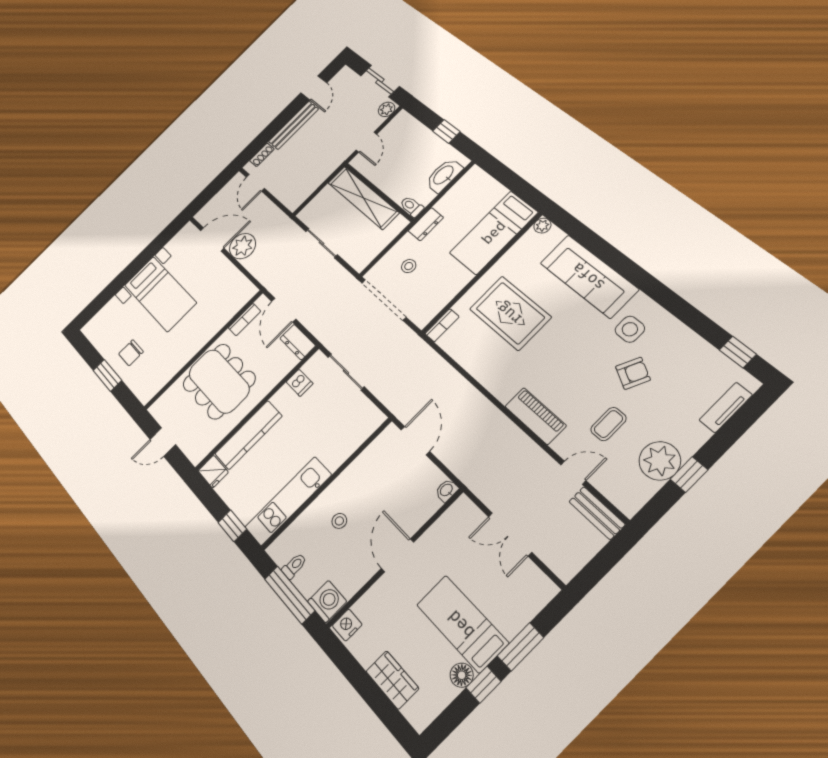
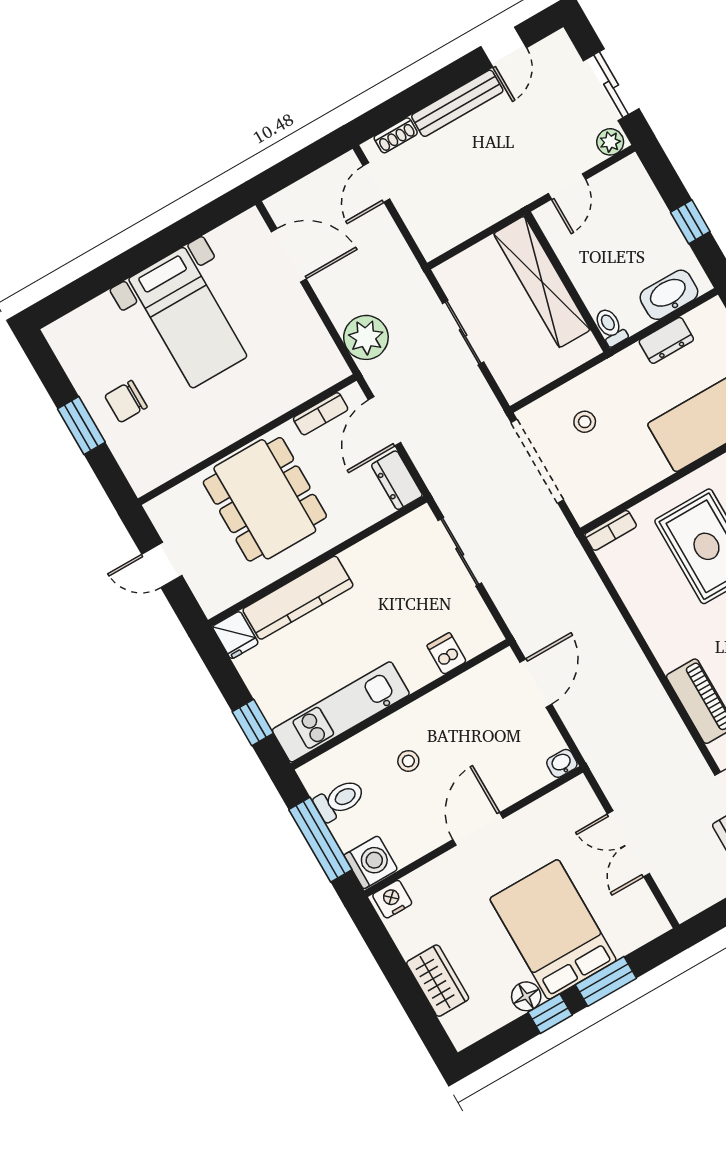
dresser: (426, 224) -> (666, 340), moved
plant: (243, 246) -> (366, 337), moved
dishwasher: (300, 383) -> (447, 654), moved, turned 180
toilet: (294, 566) -> (339, 800), width x1.37, depth x1.39
bed: (462, 624) -> (553, 929), width x1.50

